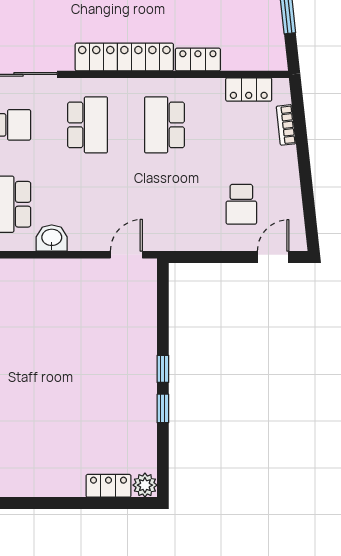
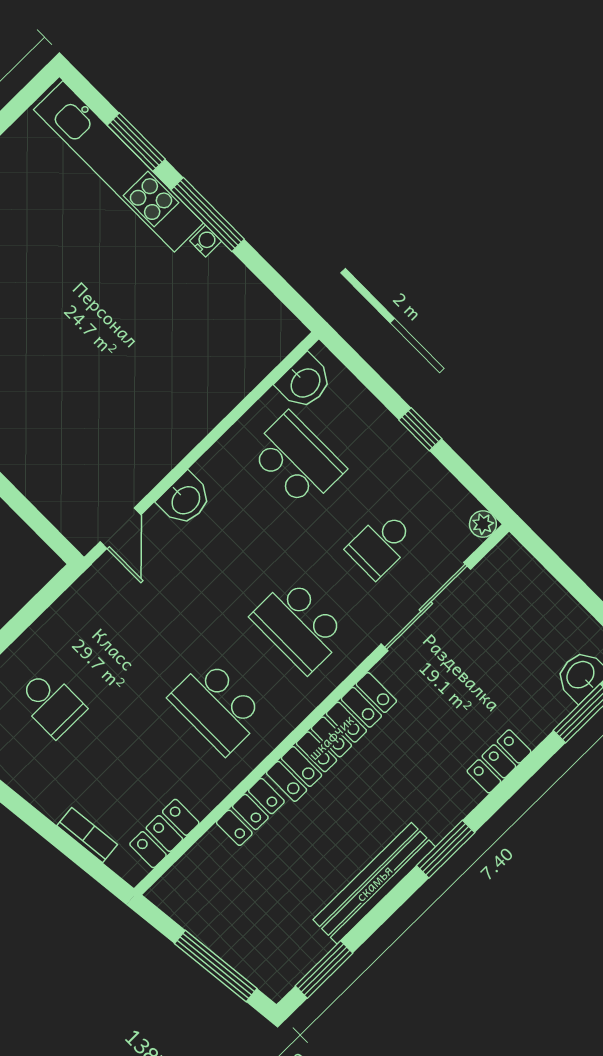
school desk: (164, 125) -> (217, 707), turned 180
school desk: (241, 204) -> (51, 703), turned 180
washbasin: (52, 238) -> (185, 499), moved

